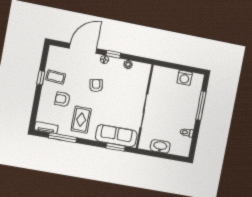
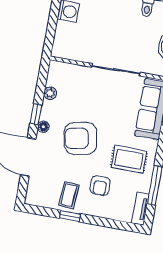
armchair: (96, 86) -> (80, 138), width x1.88, depth x1.88

